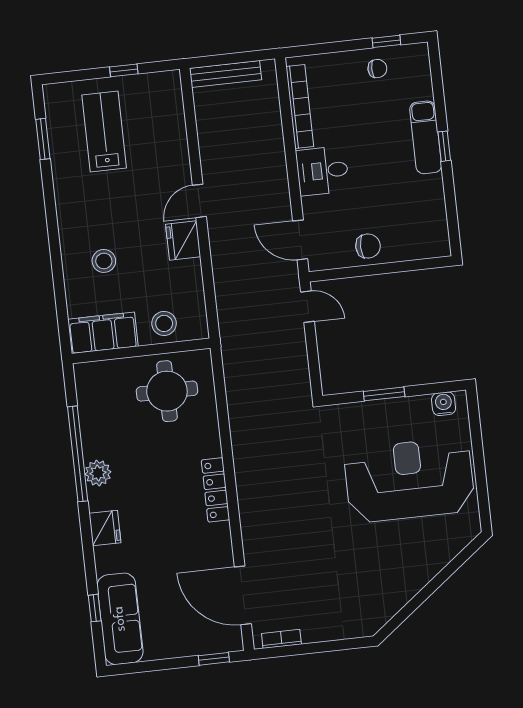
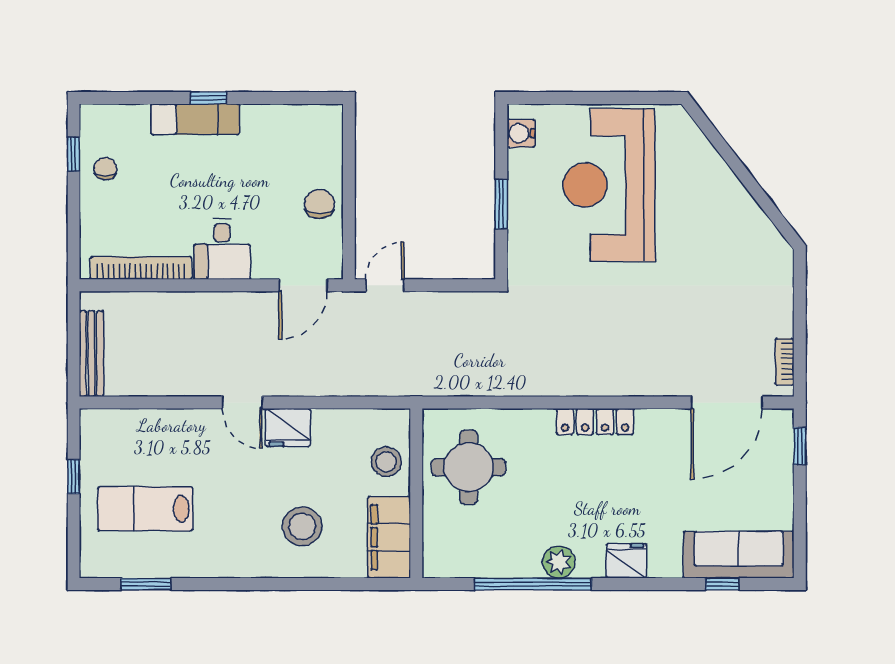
stool: (104, 261) -> (302, 526), width x1.38, depth x1.38

